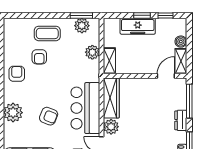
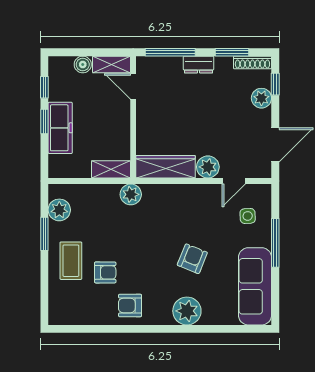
window: (81, 15) -> (44, 234), moved
plant: (92, 52) -> (131, 194), moved
bar counter: (85, 108) -> (180, 205), removed

